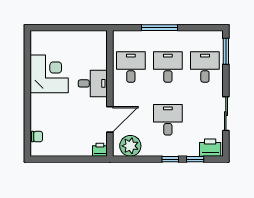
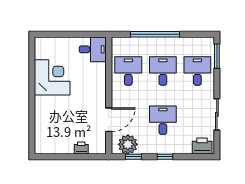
window: (159, 28) -> (155, 34), width x1.46
desk: (93, 83) -> (93, 49), moved
chair: (37, 137) -> (41, 136), removed
printer: (100, 150) -> (81, 148), moved
window: (195, 159) -> (133, 157), moved

